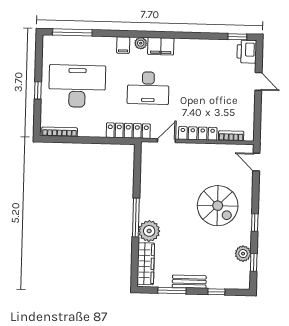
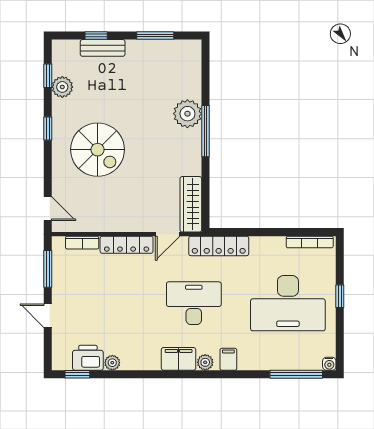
water cooler: (47, 40) -> (329, 364), added
plant: (211, 45) -> (112, 363), added
printer: (247, 52) -> (88, 358), moved, turned -90
window: (258, 117) -> (48, 269), added
spiral stairs: (218, 206) -> (98, 150), turned 180
wardrobe: (146, 264) -> (191, 204), moved
bench: (189, 282) -> (103, 48), moved

